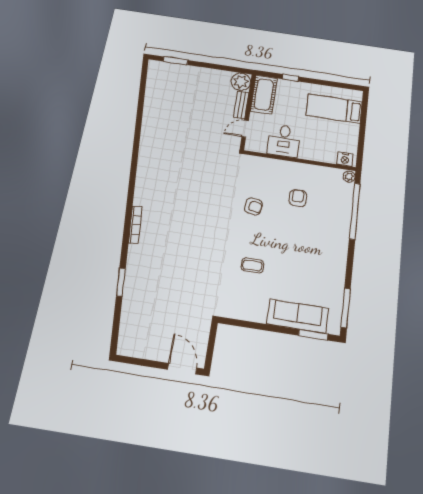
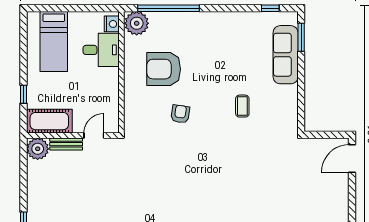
door: (245, 129) -> (94, 135), swing flipped
desk: (284, 141) -> (101, 50), moved
plant: (349, 177) -> (137, 23), width x1.87, depth x1.87
armchair: (298, 198) -> (164, 69), width x1.88, depth x1.88
window: (346, 308) -> (270, 8), width x0.46

